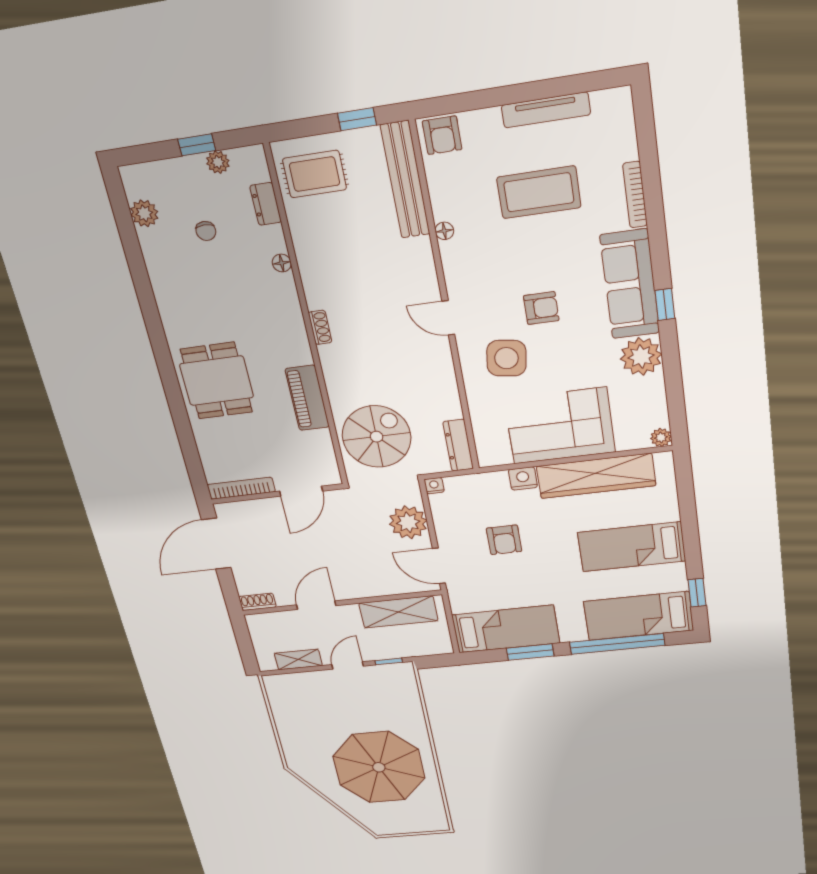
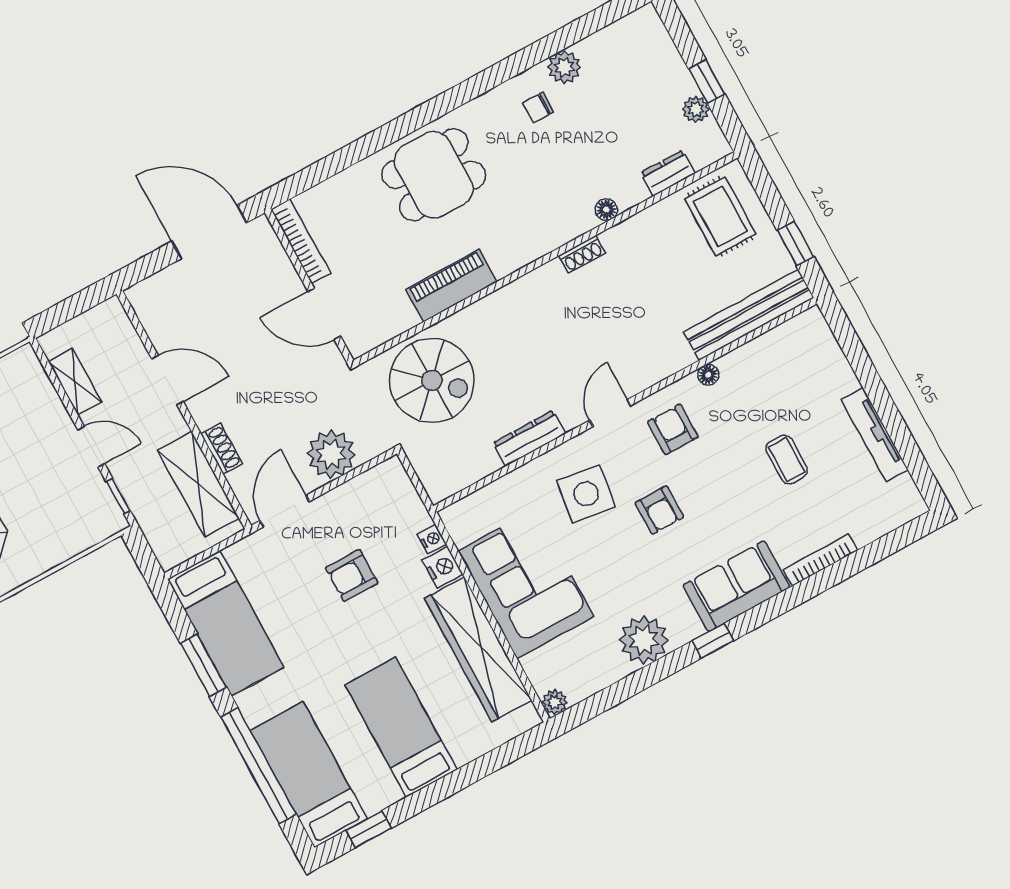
armchair: (442, 135) -> (673, 429), moved, turned 90
coffee table: (539, 192) -> (787, 459), width x0.54, depth x0.58
plant: (144, 213) -> (564, 67), moved
chair: (206, 231) -> (538, 107), moved
sofa: (630, 284) -> (736, 586), width x0.73
shoe rack: (320, 327) -> (582, 254), moved
dresser: (458, 445) -> (529, 438), moved
nightstand: (434, 486) -> (432, 539), moved
shoe rack: (257, 602) -> (222, 449), moved

